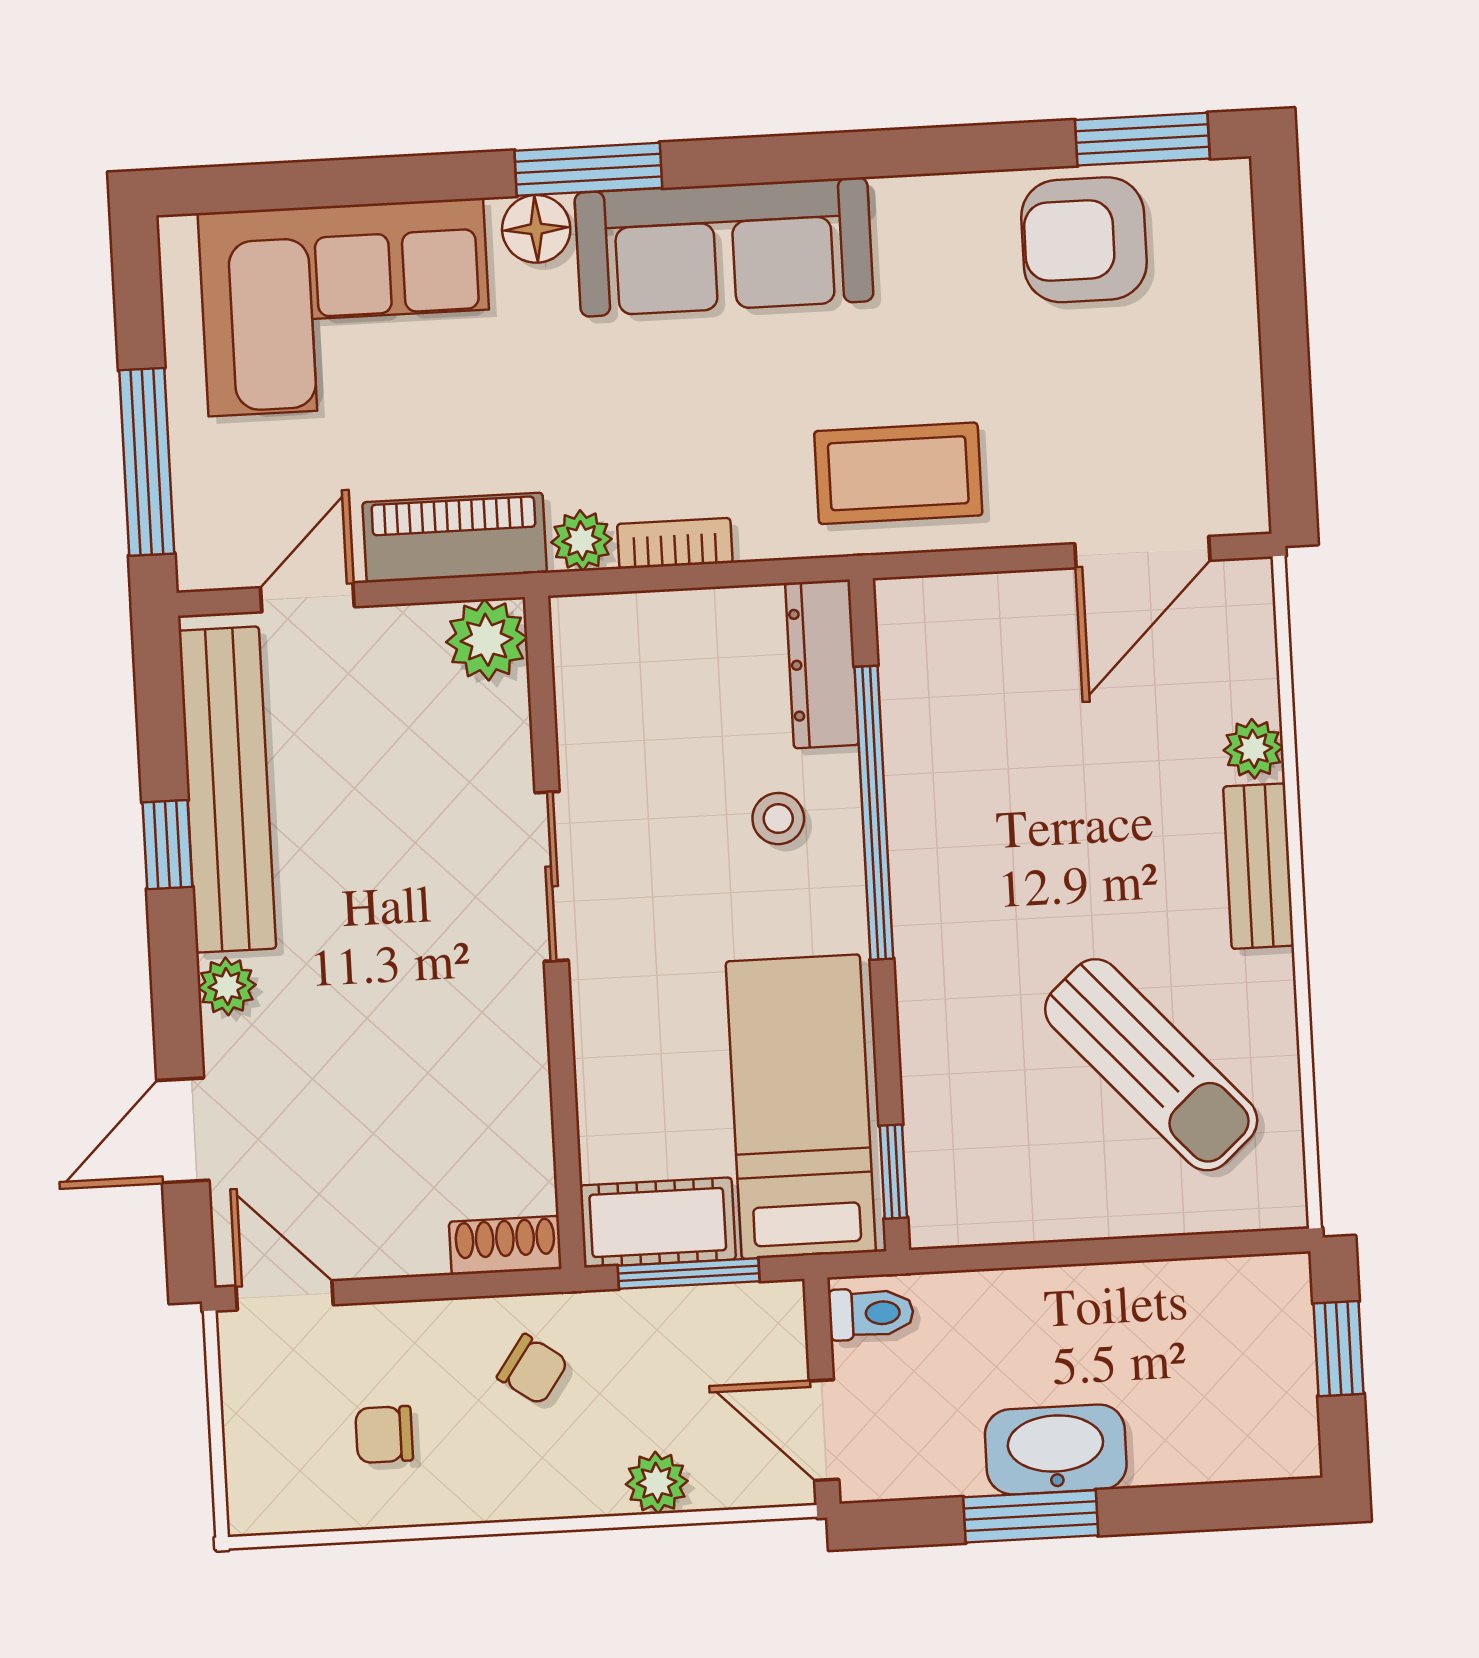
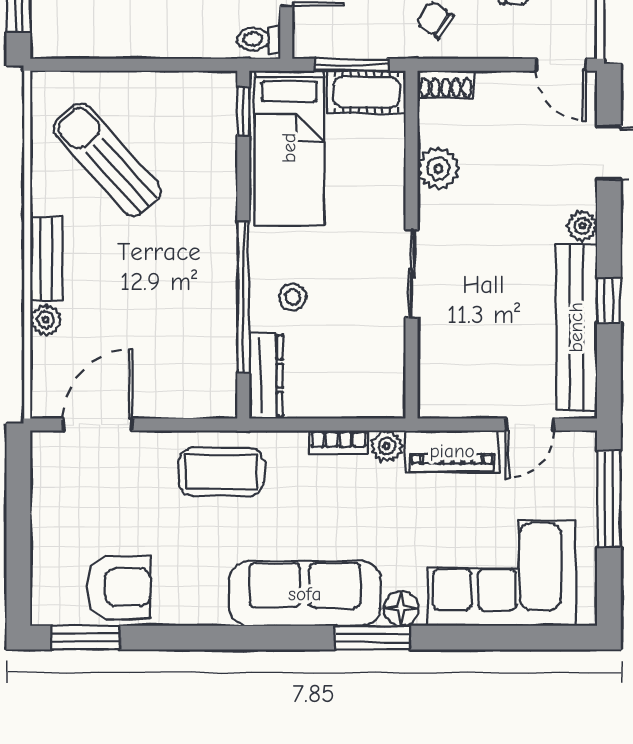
plant: (487, 640) -> (438, 168), moved

